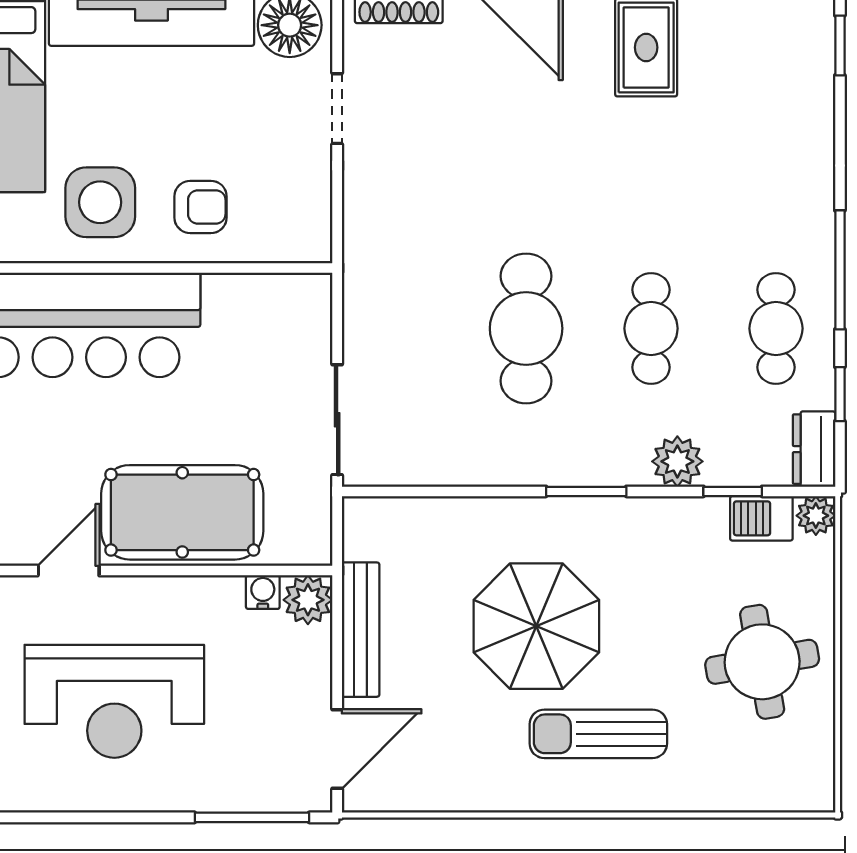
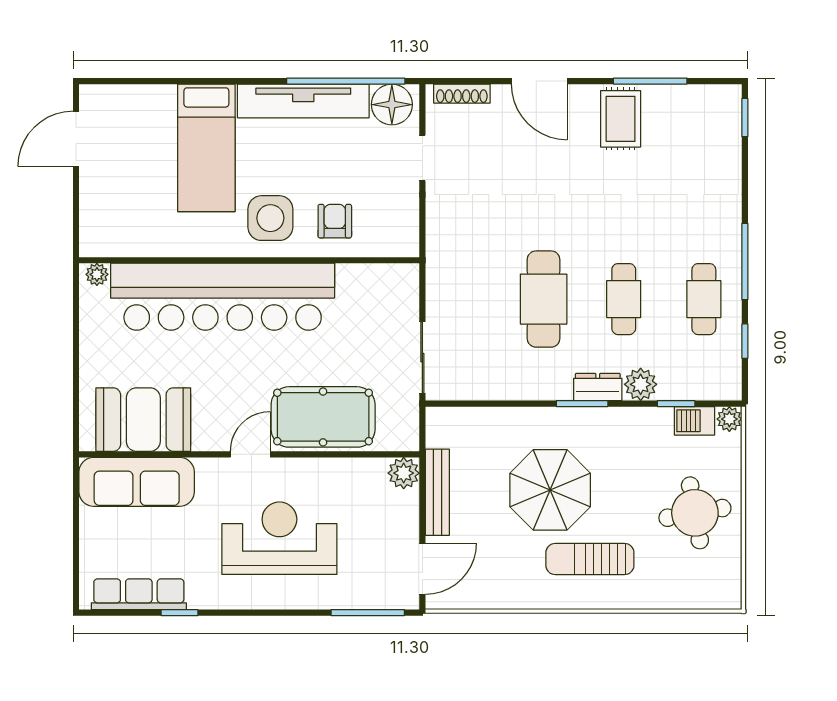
armchair: (201, 207) -> (335, 221), turned -90
dresser: (814, 449) -> (598, 387), moved, turned 90
water cooler: (263, 592) -> (375, 468), removed
reception desk: (114, 701) -> (279, 538), turned 180

